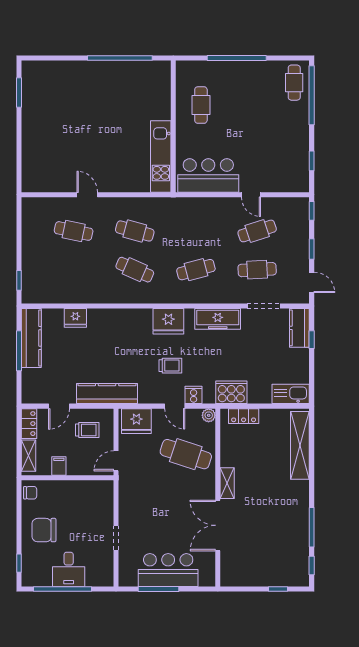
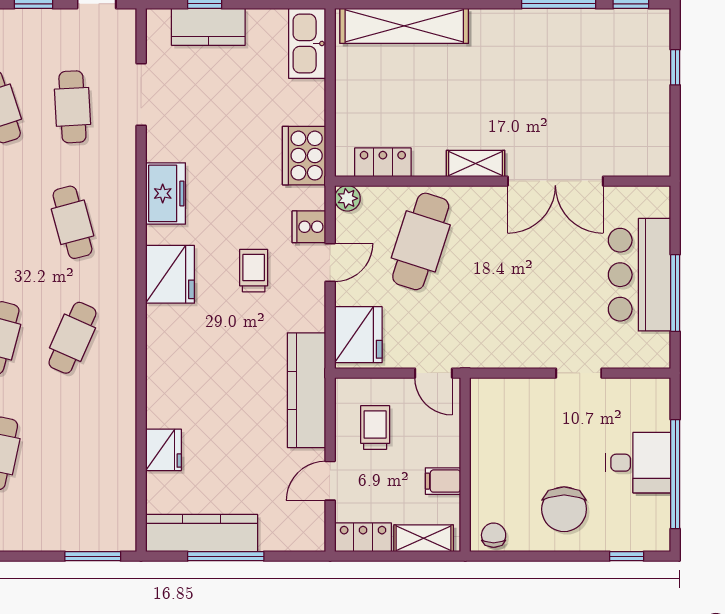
window: (19, 280) -> (93, 556), width x1.50
freezer: (218, 319) -> (166, 193), width x0.71
kitchen counter: (299, 328) -> (208, 27), moved
door: (59, 406) -> (330, 481), swing flipped
locker: (244, 416) -> (383, 162), moved, turned -90

